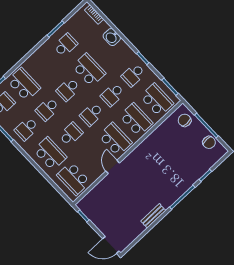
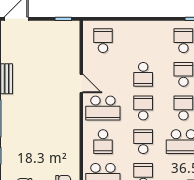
school desk: (136, 120) -> (103, 142), width x0.54
school desk: (50, 154) -> (143, 41), removed
school desk: (74, 179) -> (103, 41), width x0.54

